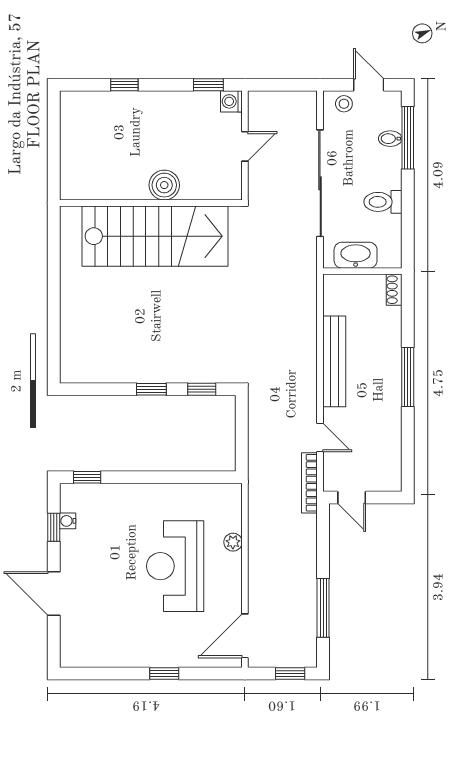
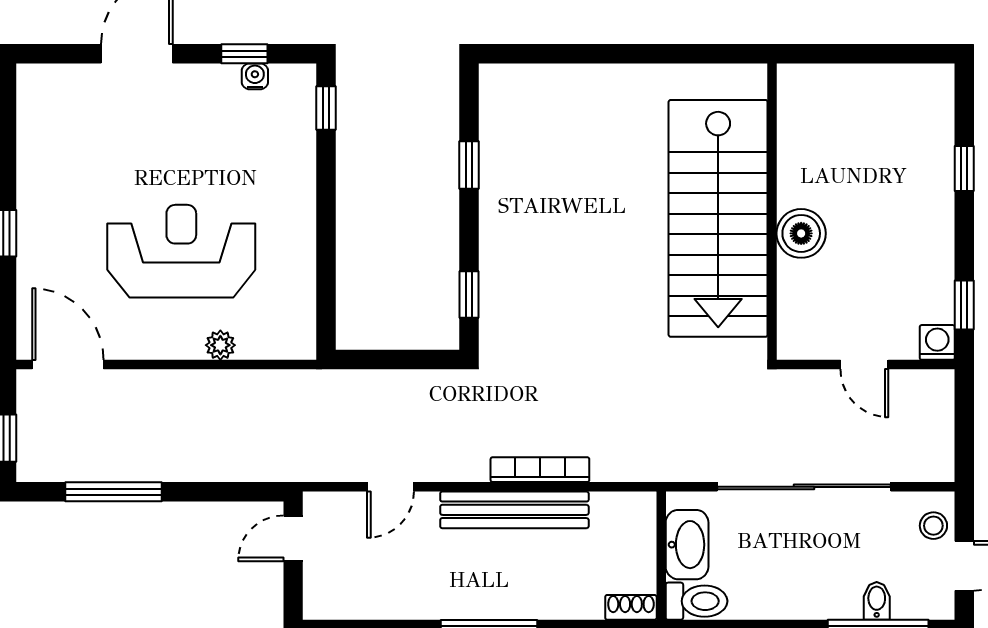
toilet: (383, 202) -> (697, 601), moved, turned 90
window: (151, 389) -> (469, 165), moved
bookcase: (309, 483) -> (540, 470), moved

